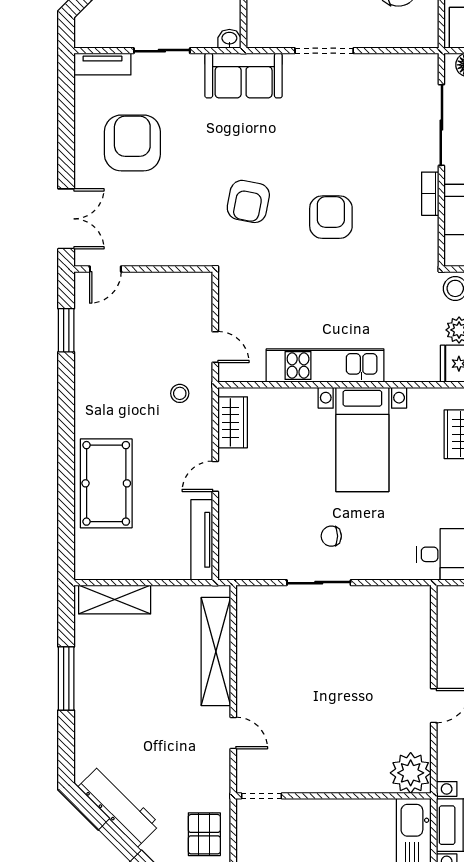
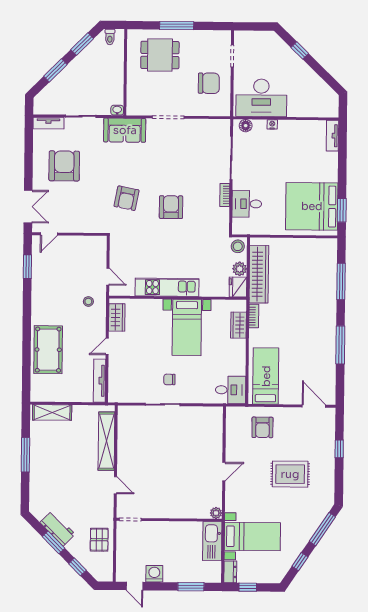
plant: (411, 773) -> (216, 513), width x0.53, depth x0.53
workbench: (119, 806) -> (58, 528), width x0.73

